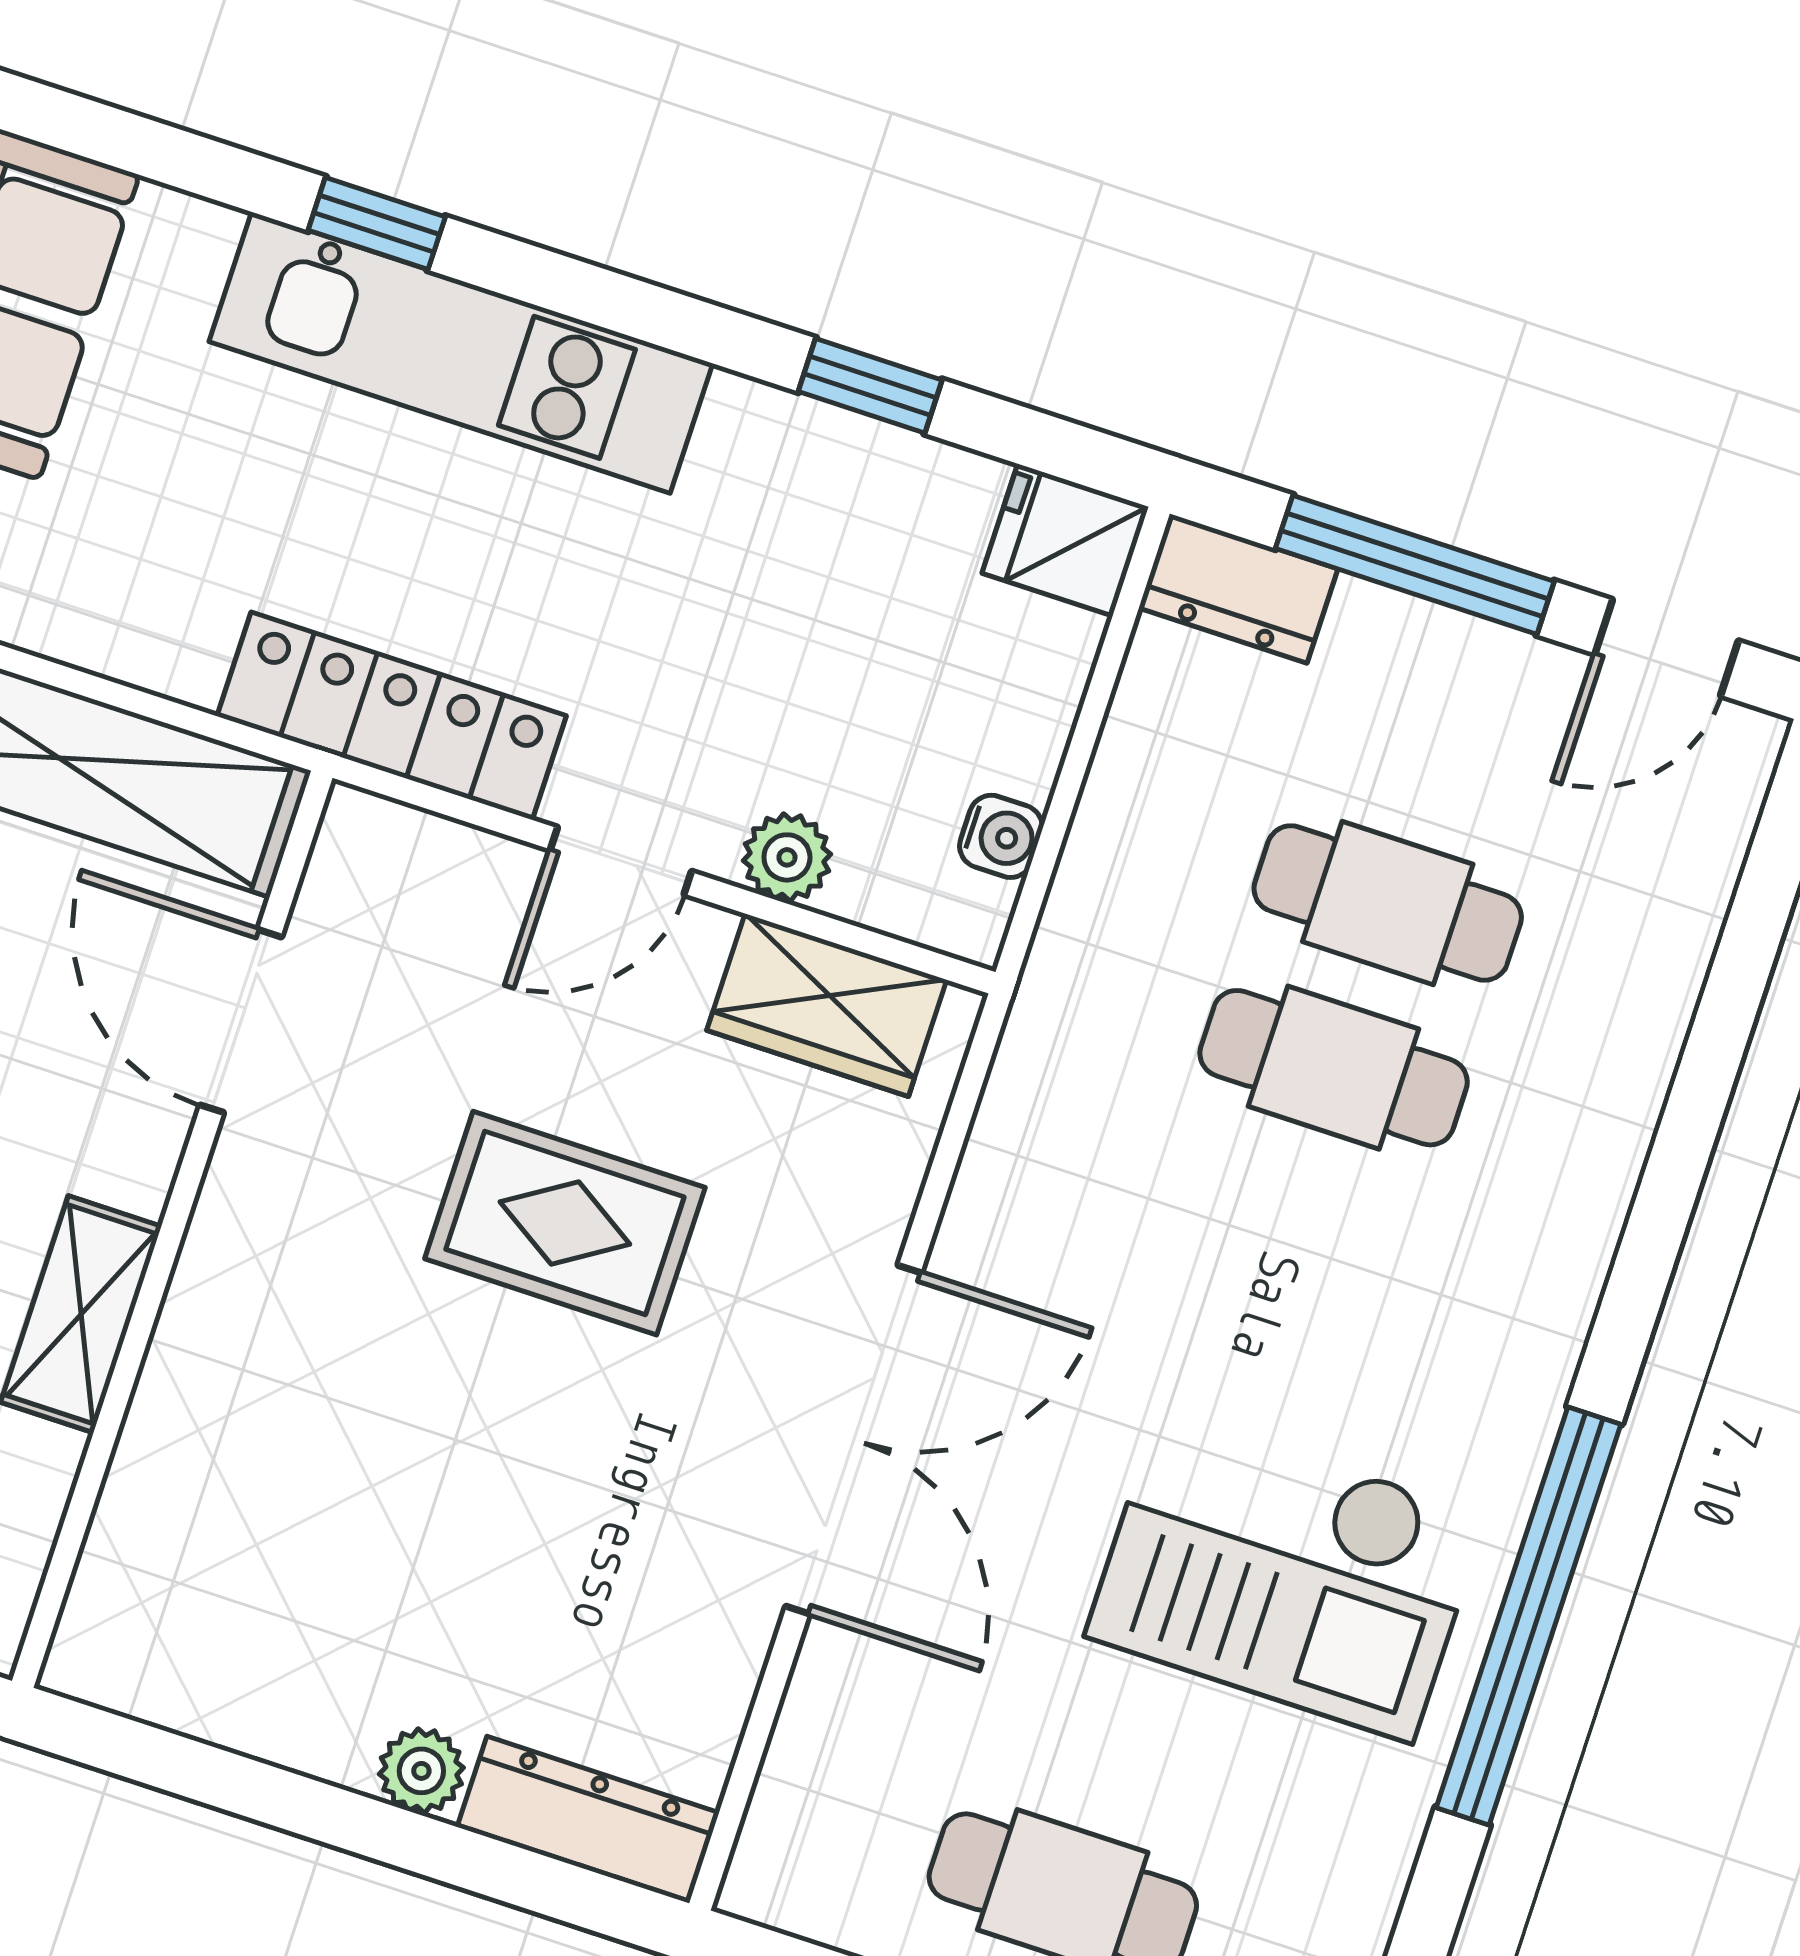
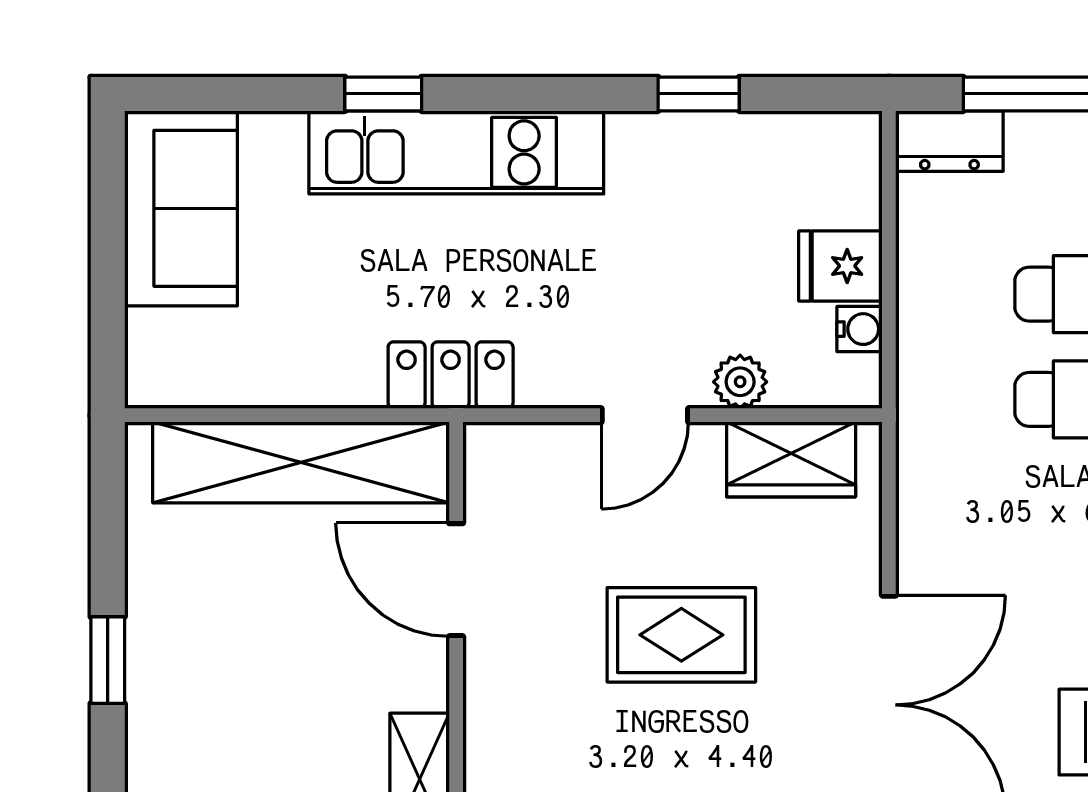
fridge: (1065, 540) -> (840, 266), moved
locker: (392, 716) -> (451, 375), width x0.66

